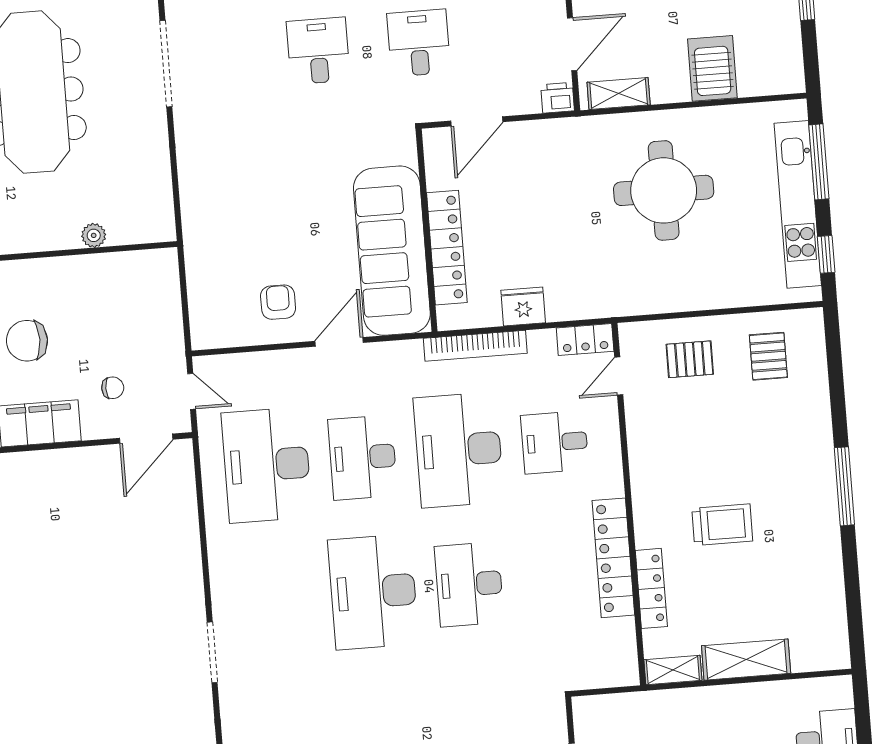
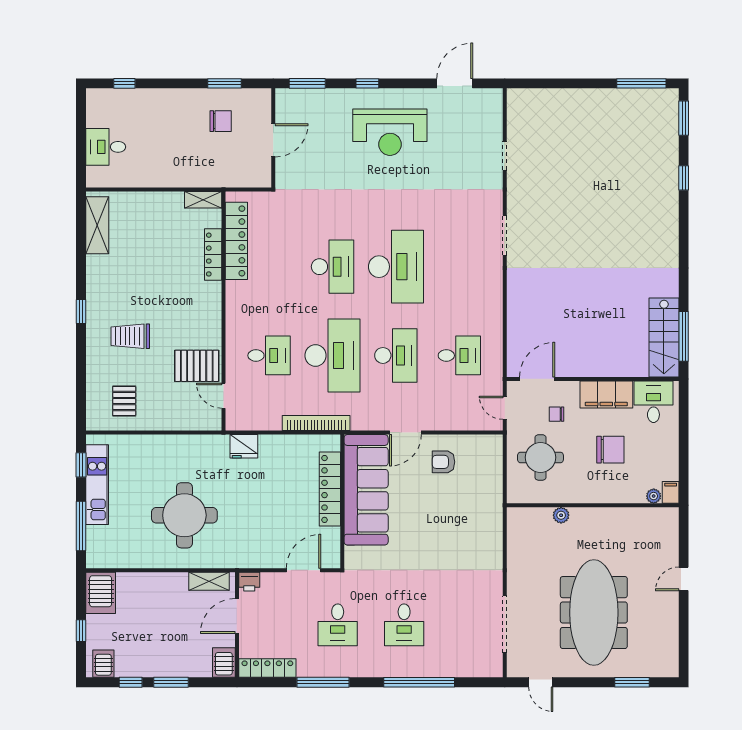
server rack: (712, 68) -> (101, 593), moved
kitchen unit: (798, 204) -> (97, 485), width x0.73
armchair: (278, 302) -> (443, 462), turned 90
fridge: (523, 307) -> (244, 446), moved
round table: (132, 320) -> (540, 457), added
locker: (585, 340) -> (244, 421), removed
pallet: (690, 359) -> (197, 366), moved, width x1.50, depth x1.42
door: (619, 376) -> (224, 396), swing flipped
desk: (267, 465) -> (459, 355), width x0.53, depth x0.77
window: (844, 486) -> (81, 312), width x0.46
trolley: (722, 525) -> (130, 336), moved
locker: (613, 558) -> (236, 241), moved
shelving: (746, 660) -> (97, 225), moved, turned 90

